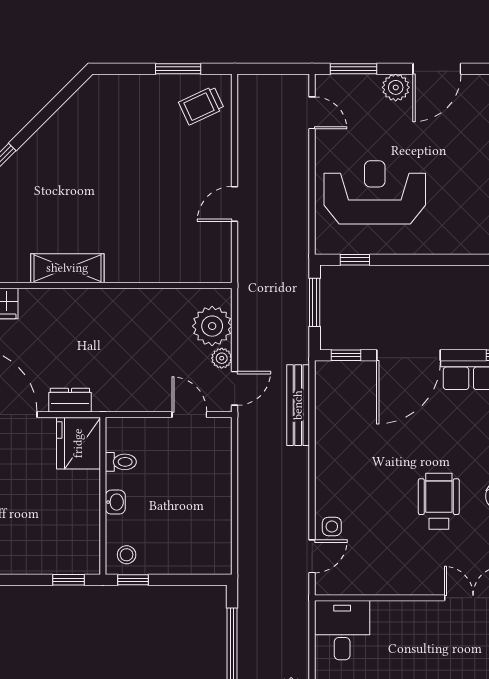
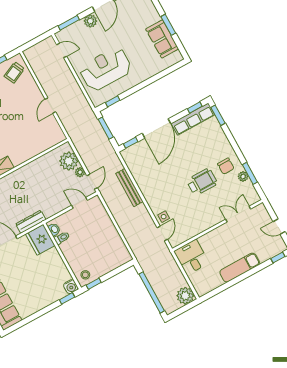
dresser: (70, 400) -> (31, 222), width x1.44
bench: (298, 405) -> (129, 188), moved
wheelchair: (439, 501) -> (202, 182), turned 90
washbasin: (115, 502) -> (54, 229), moved
water cooler: (87, 562) -> (71, 287), added

